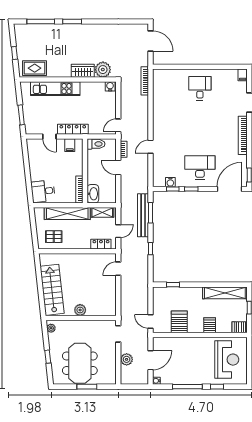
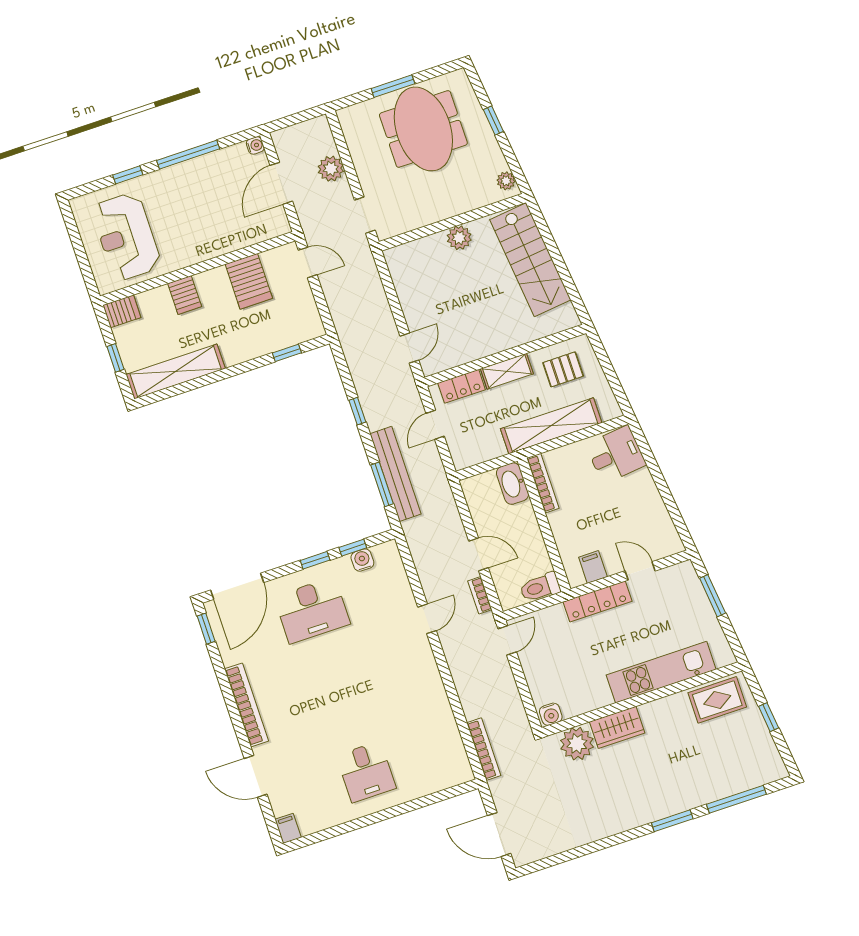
shelving: (102, 212) -> (507, 371), moved

